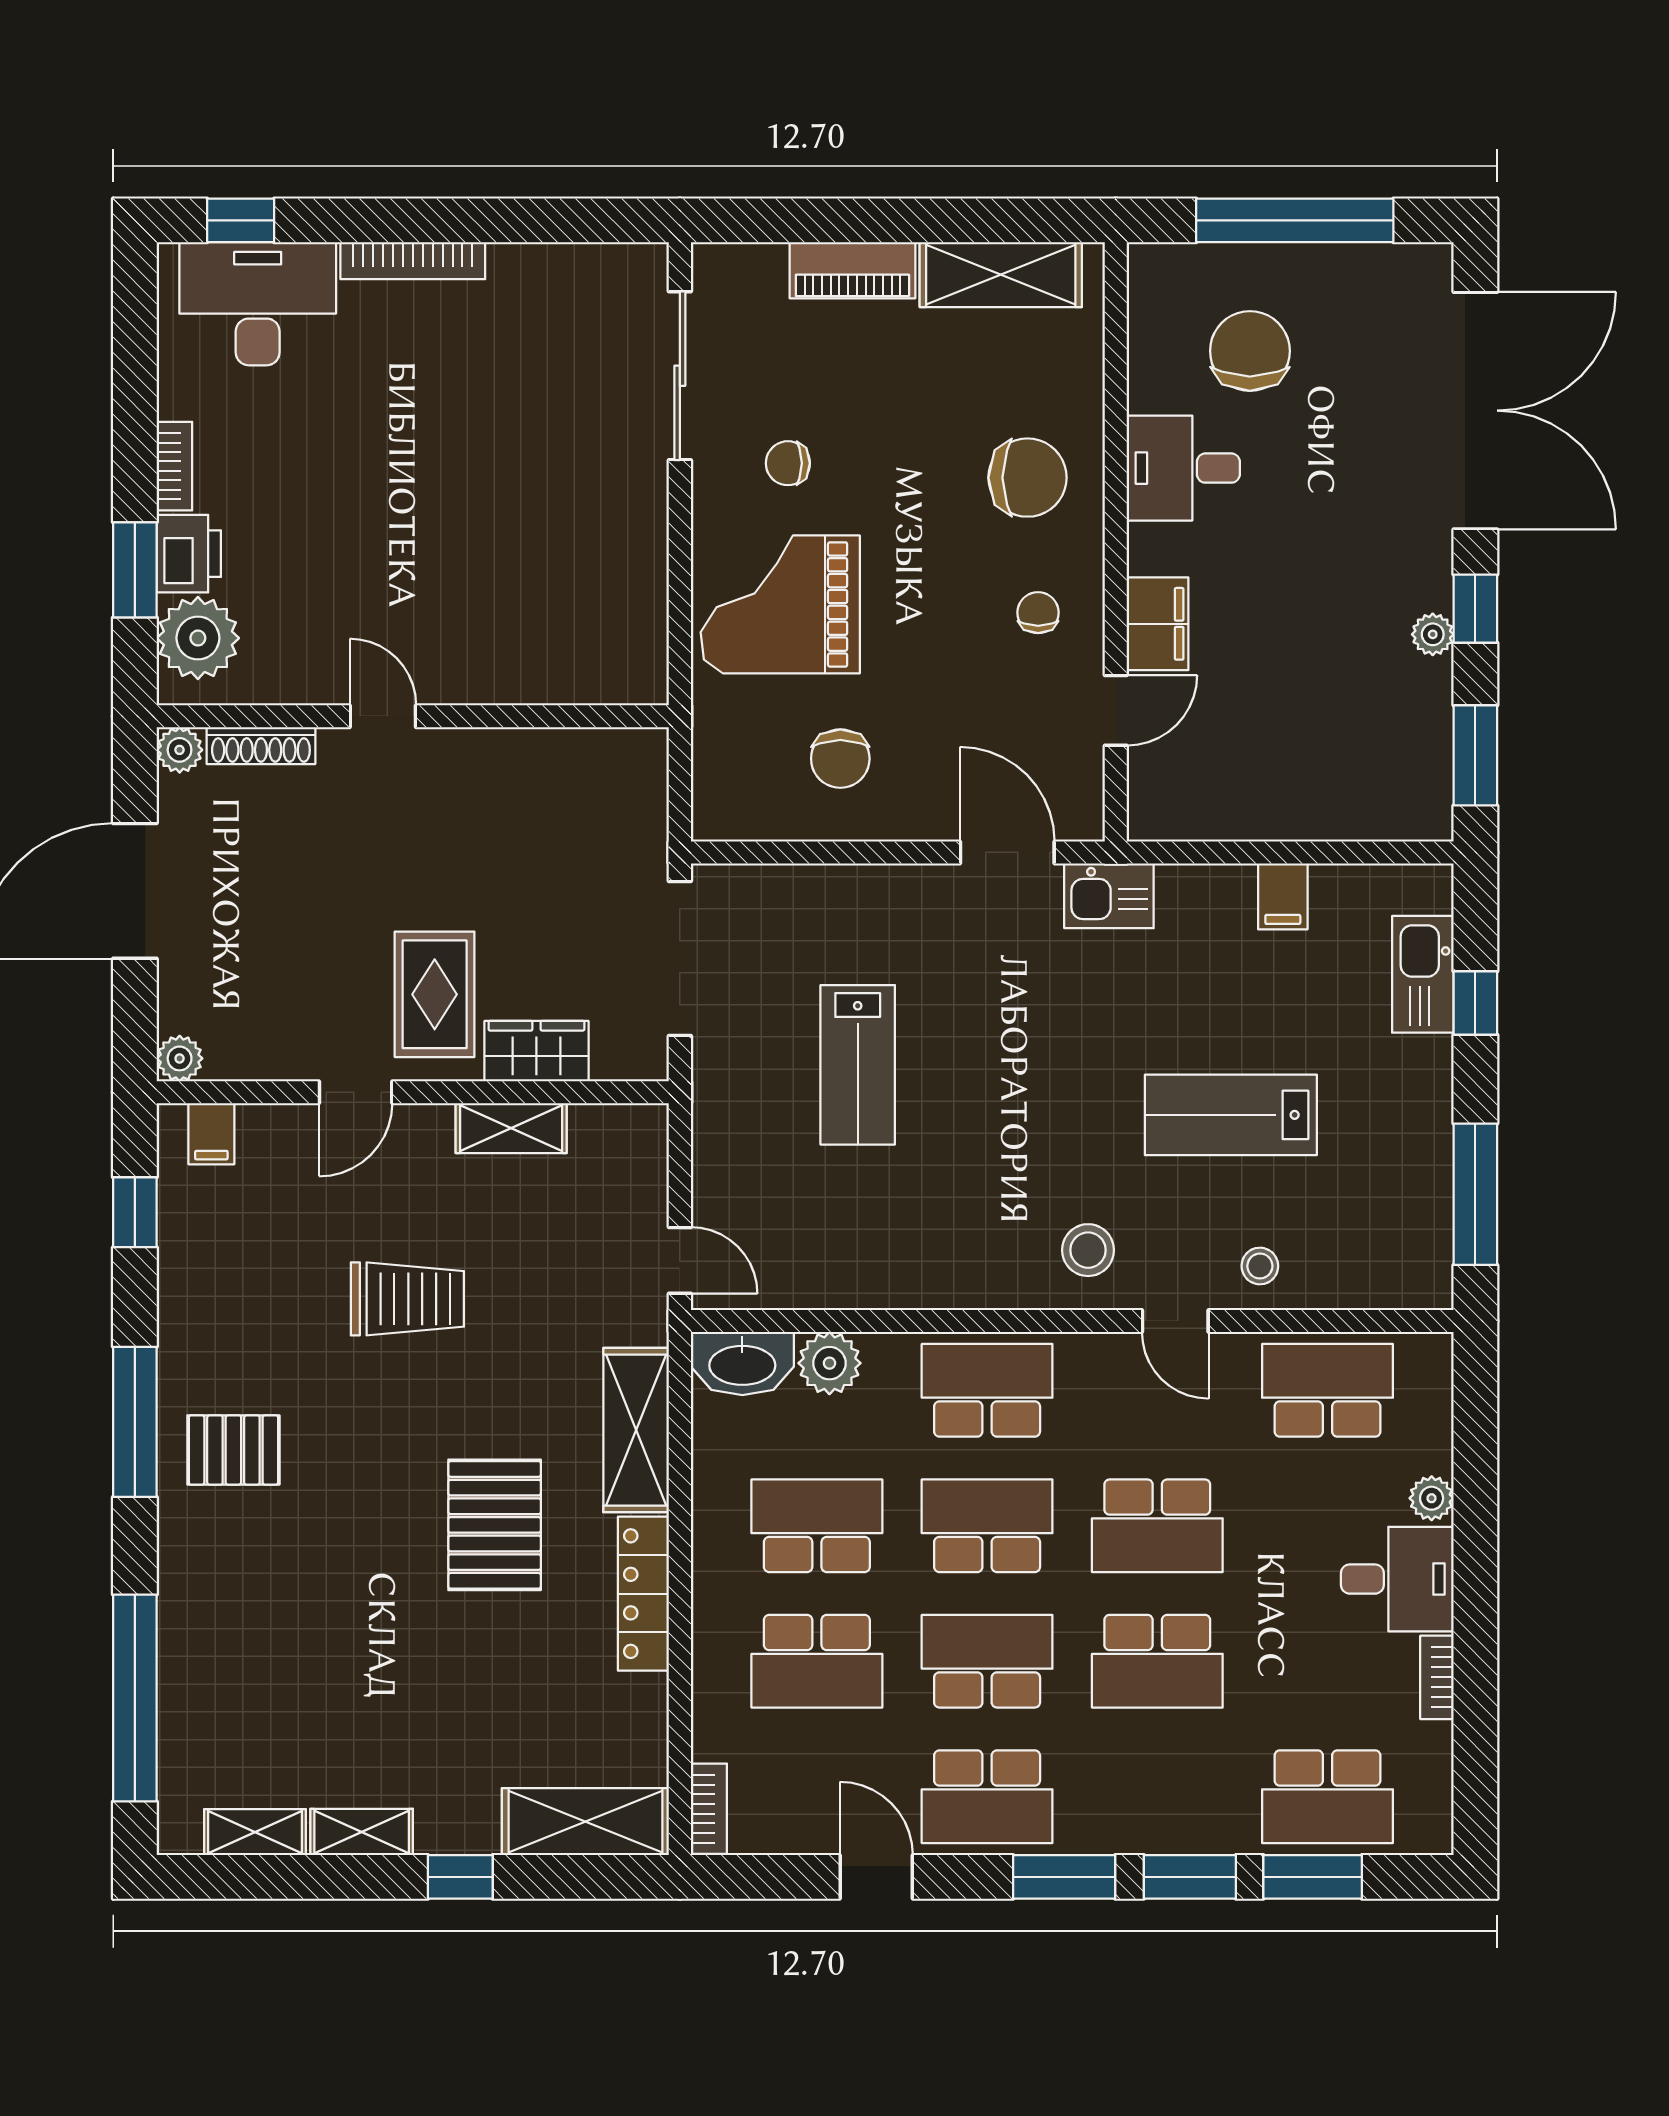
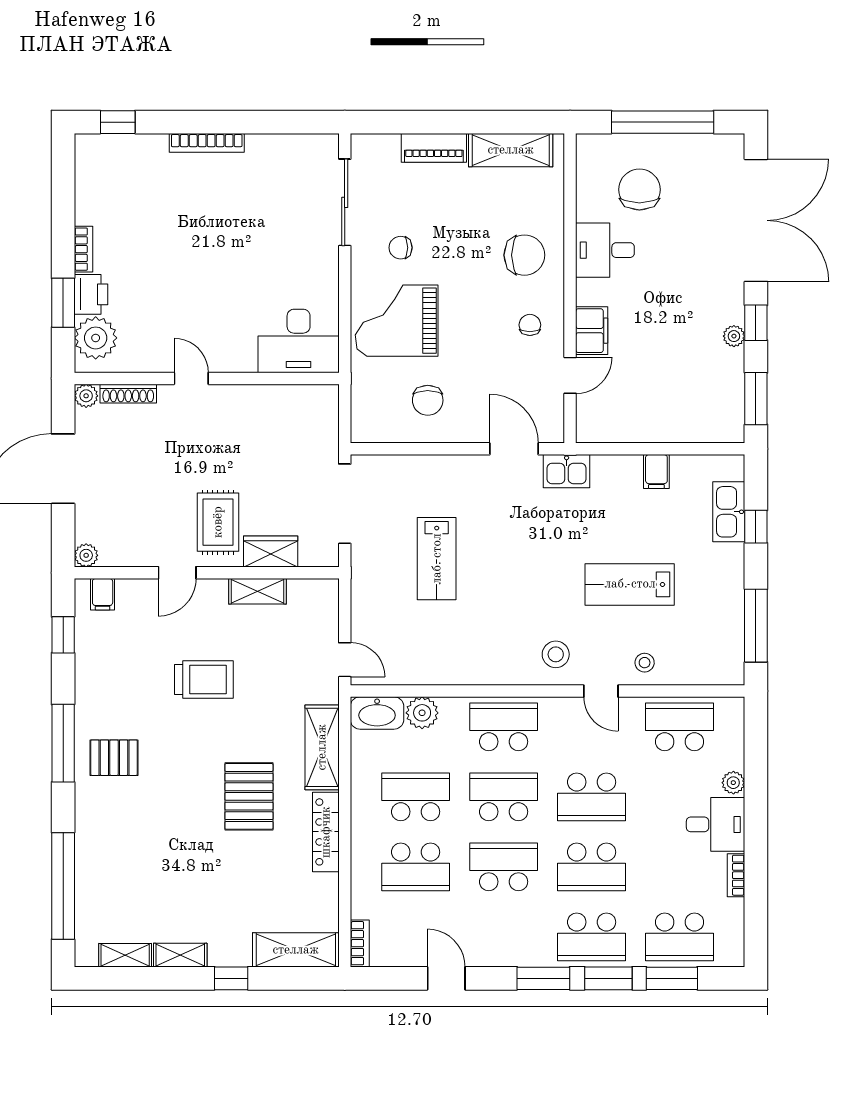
desk: (258, 304) -> (299, 341), moved, turned 180
school desk: (987, 1797) -> (592, 937), moved

